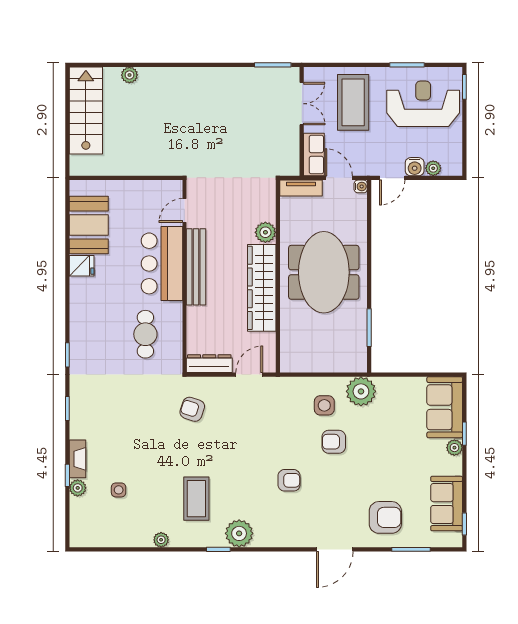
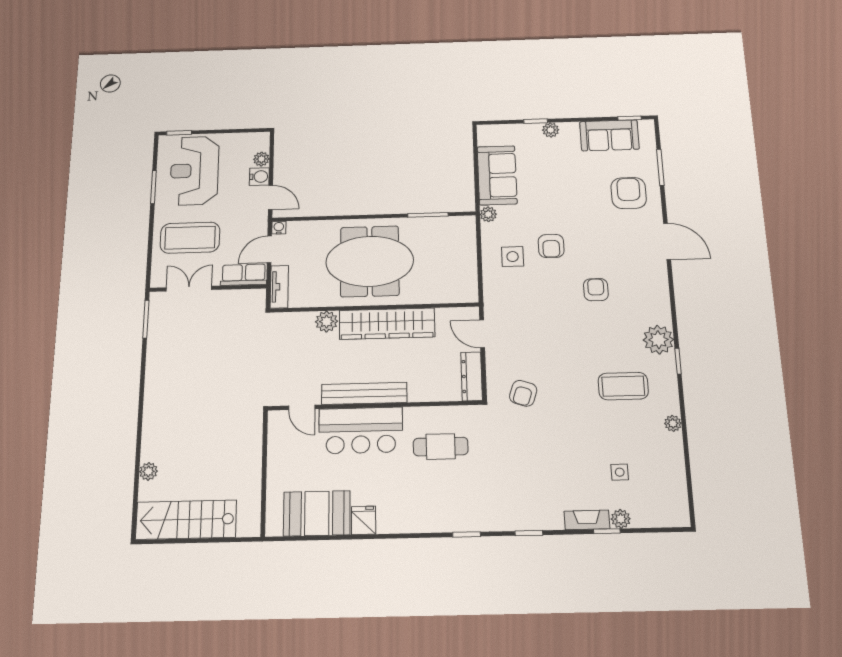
plant: (361, 391) -> (488, 214), width x0.53, depth x0.53
sofa: (445, 407) -> (497, 175), moved, turned -90

